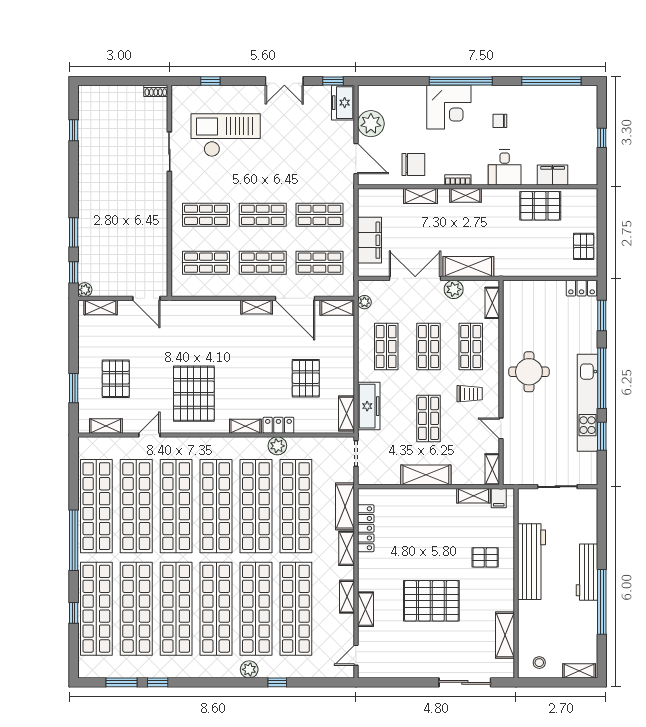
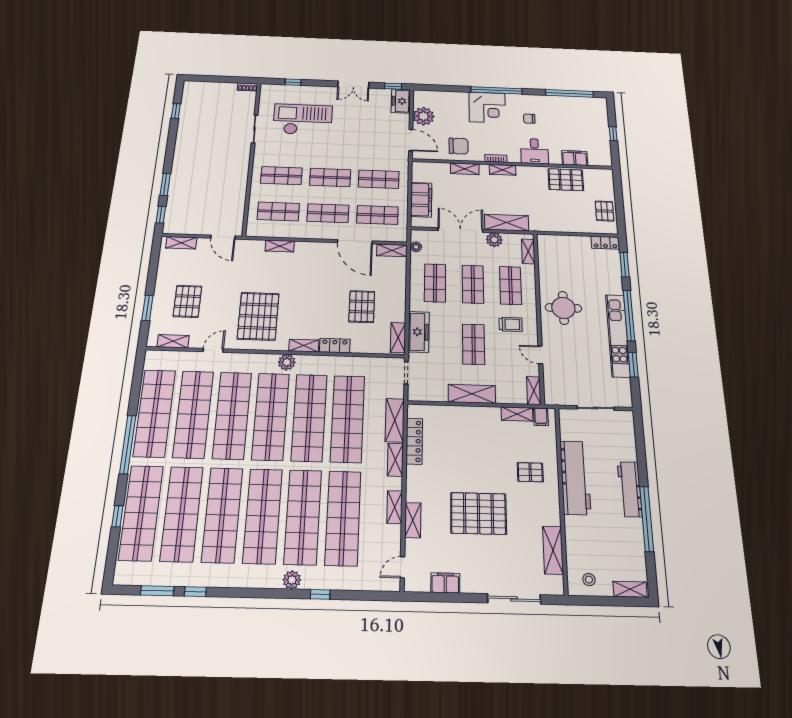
plant: (85, 290) -> (169, 228), removed
shelving: (257, 307) -> (280, 246), moved
plant: (277, 446) -> (287, 362), moved
filing cabinet: (398, 669) -> (445, 583), added

